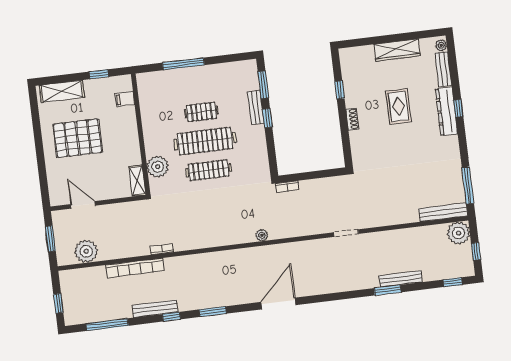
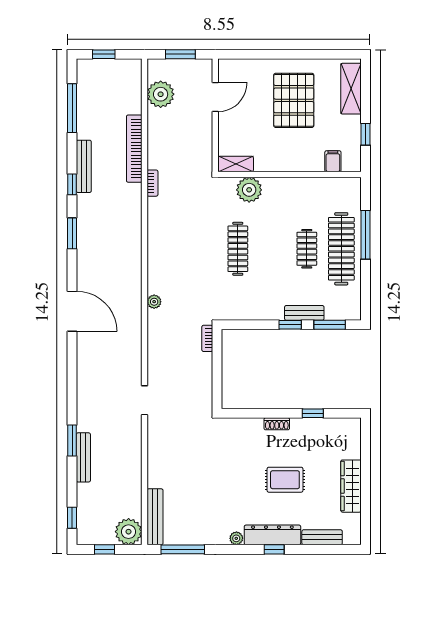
plant: (441, 45) -> (236, 538), moved
clothes rail: (205, 141) -> (341, 249), moved

